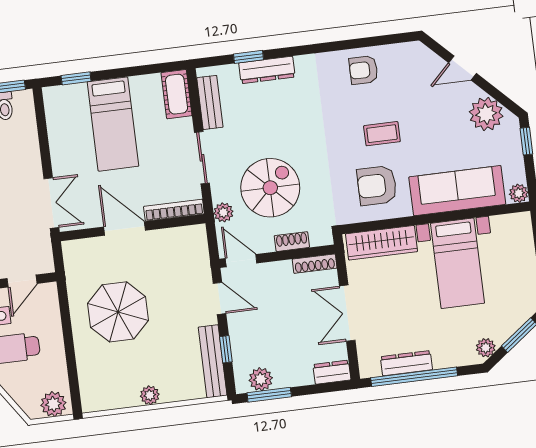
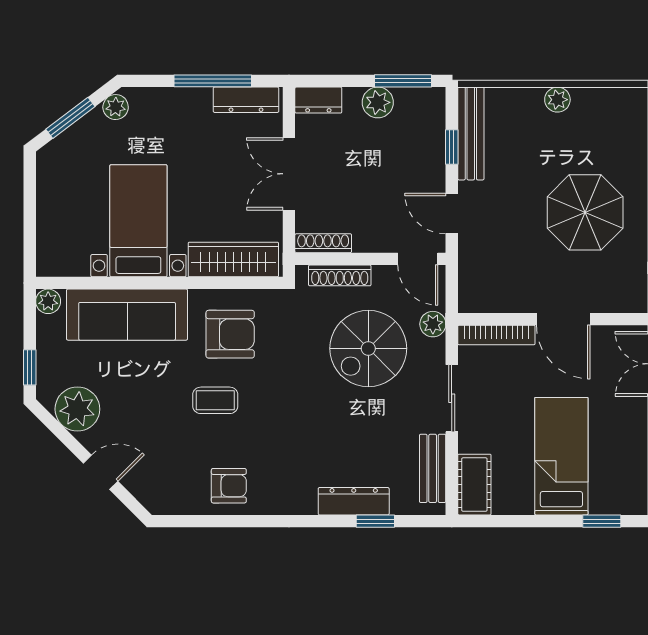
shoe rack: (292, 242) -> (340, 275), width x1.43
double door: (347, 313) -> (289, 174), swing flipped
dresser: (406, 363) -> (246, 100), moved
window: (414, 377) -> (213, 81), width x0.68
plant: (261, 379) -> (378, 102), moved

